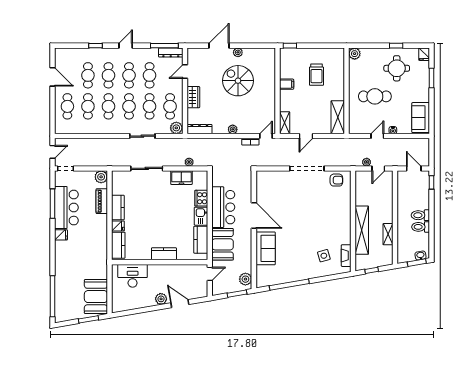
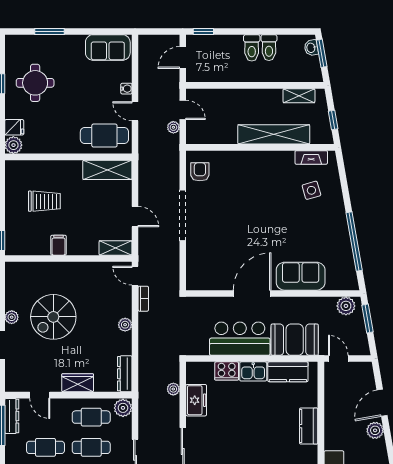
fridge: (424, 54) -> (14, 127), moved
cafe table: (375, 96) -> (104, 136), moved, turned 90
shelving: (388, 234) -> (299, 96), moved

